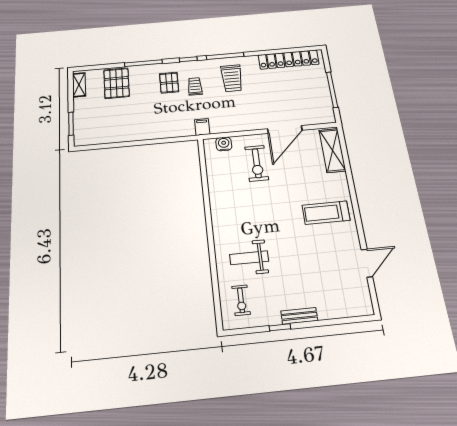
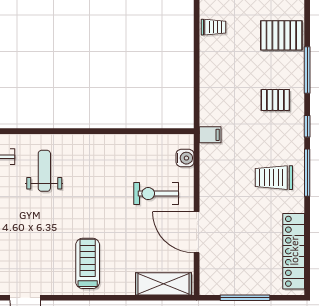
trolley: (195, 86) -> (214, 27), moved

